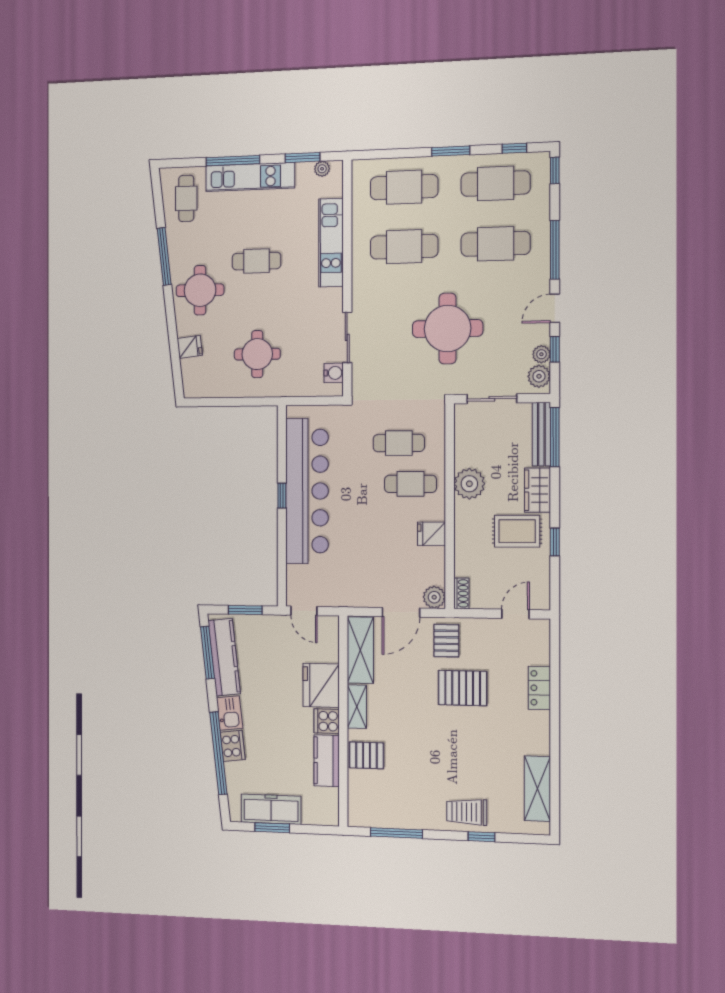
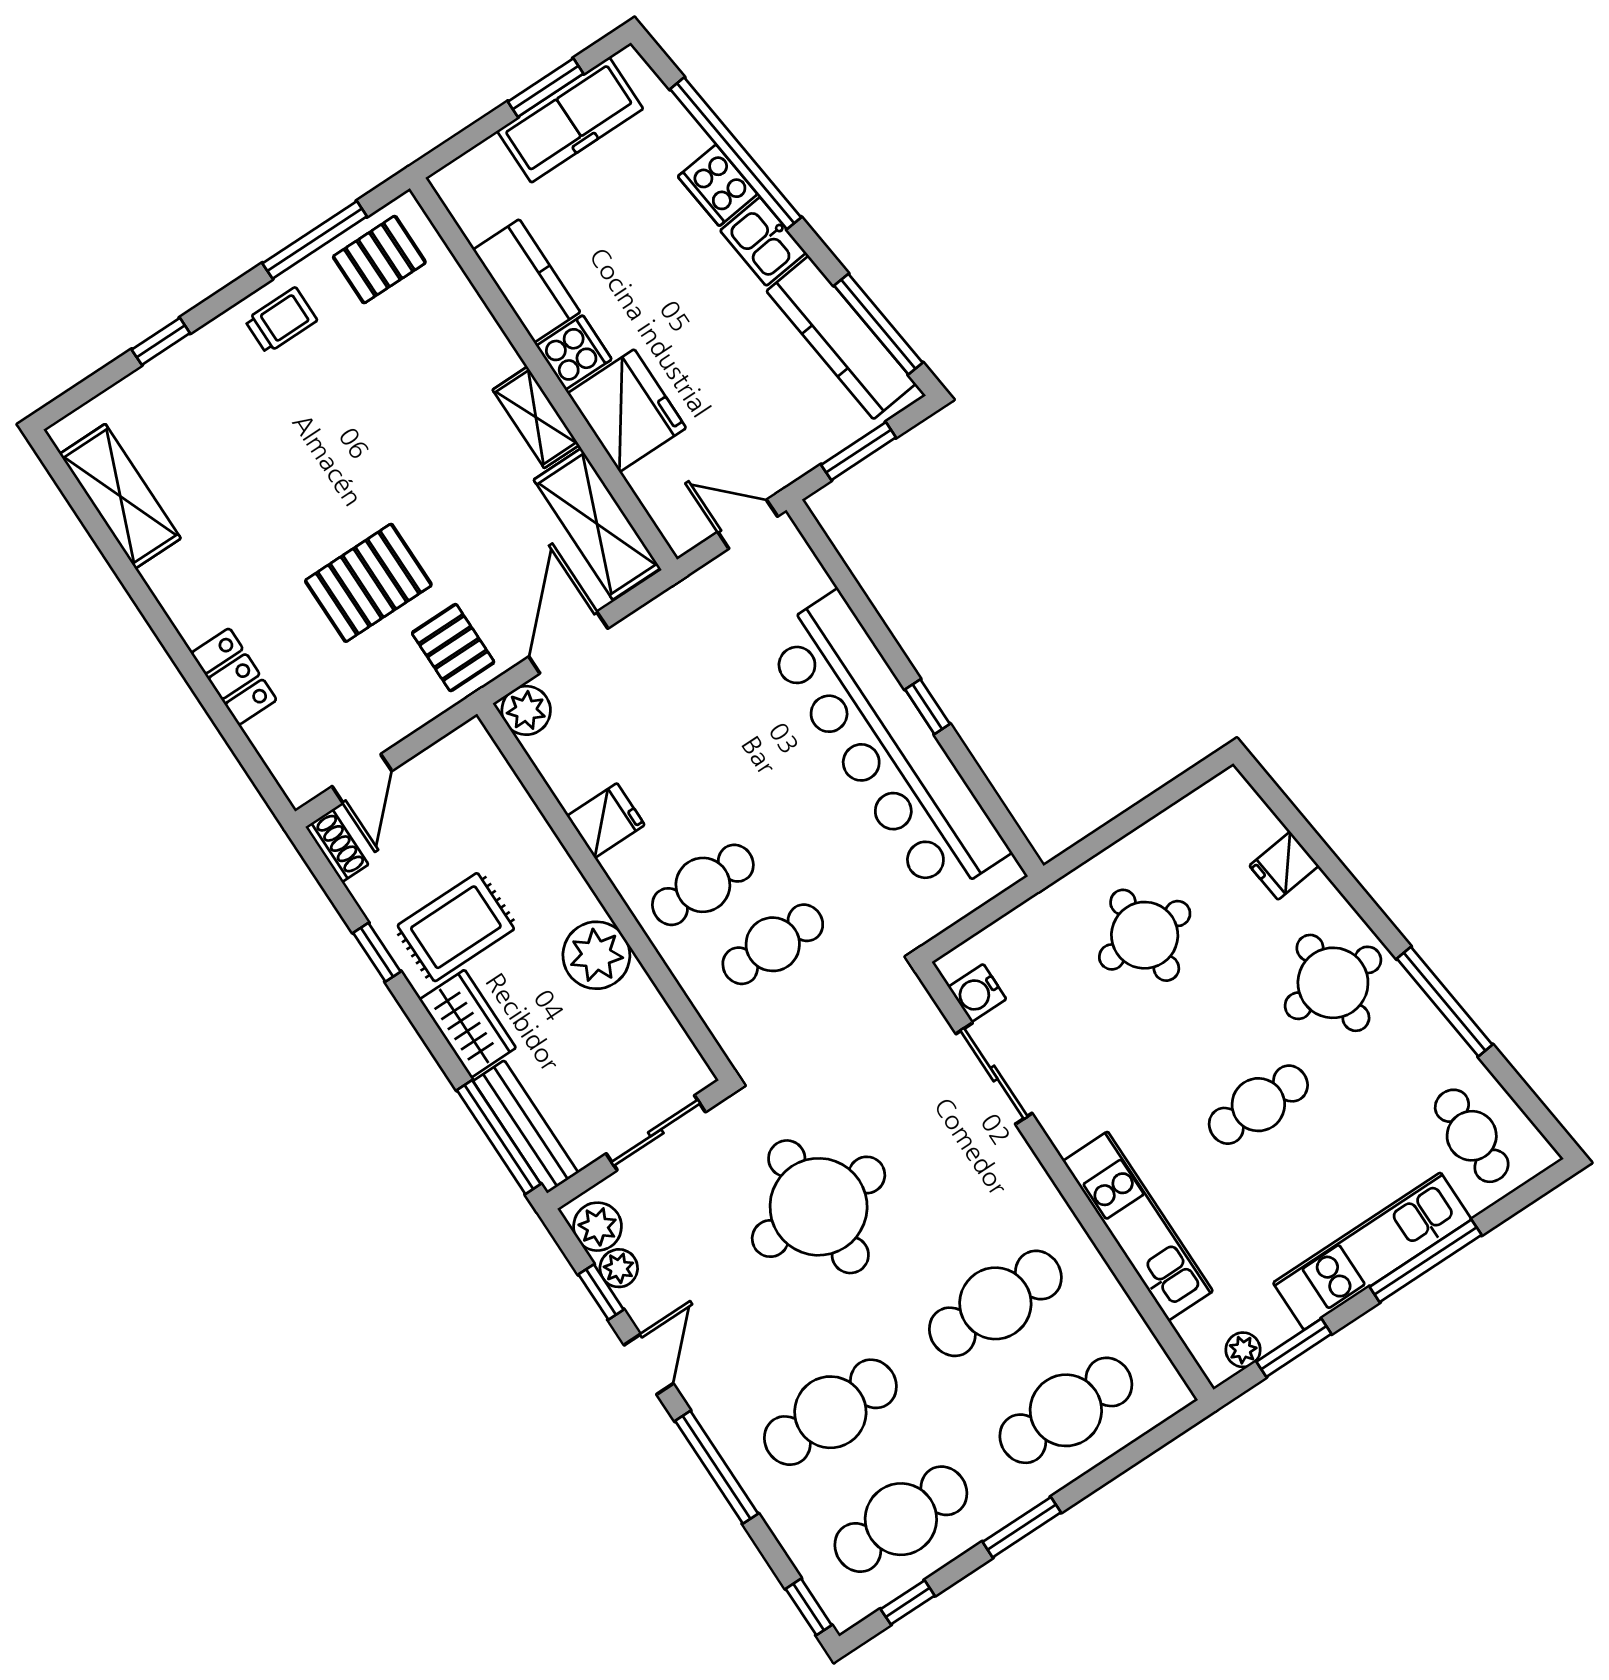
shoe rack: (461, 593) -> (337, 846), moved, turned 180
pallet: (366, 755) -> (379, 260), moved
trolley: (467, 812) -> (281, 320), moved, width x0.73, depth x0.72

